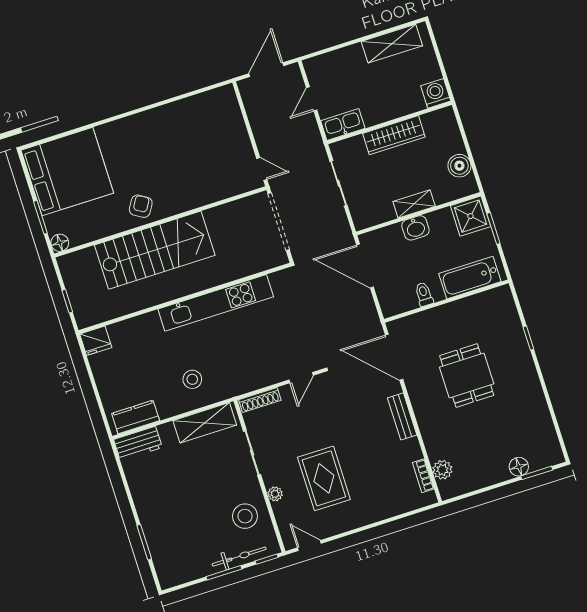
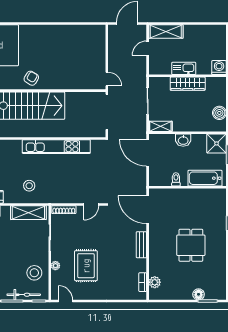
shelving: (392, 44) -> (166, 31), moved
kitchen sink: (343, 125) -> (184, 68), moved
shelving: (414, 204) -> (160, 126), moved
dining table: (467, 375) -> (191, 245), moved

